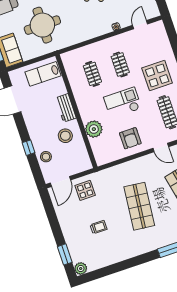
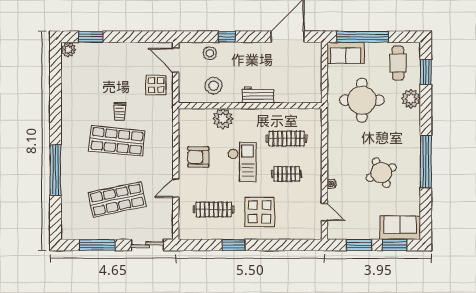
lab bench: (43, 74) -> (306, 82), removed
clothes rail: (92, 74) -> (287, 139), width x1.36
stool: (65, 136) -> (213, 86), moved
trolley: (99, 227) -> (120, 112), moved

